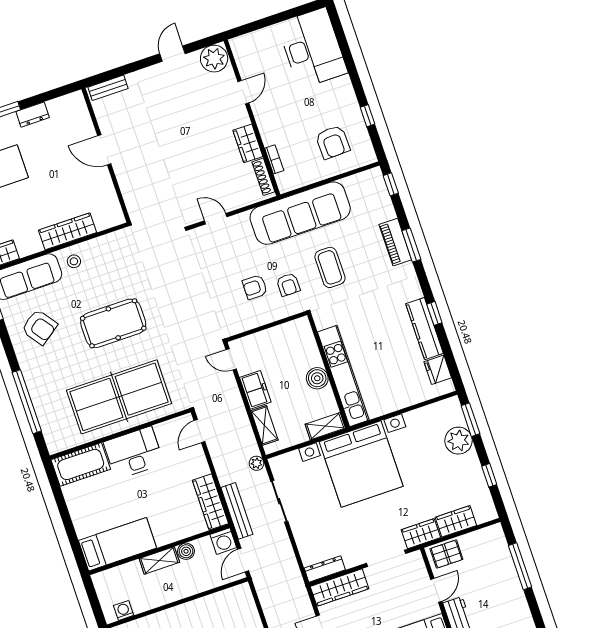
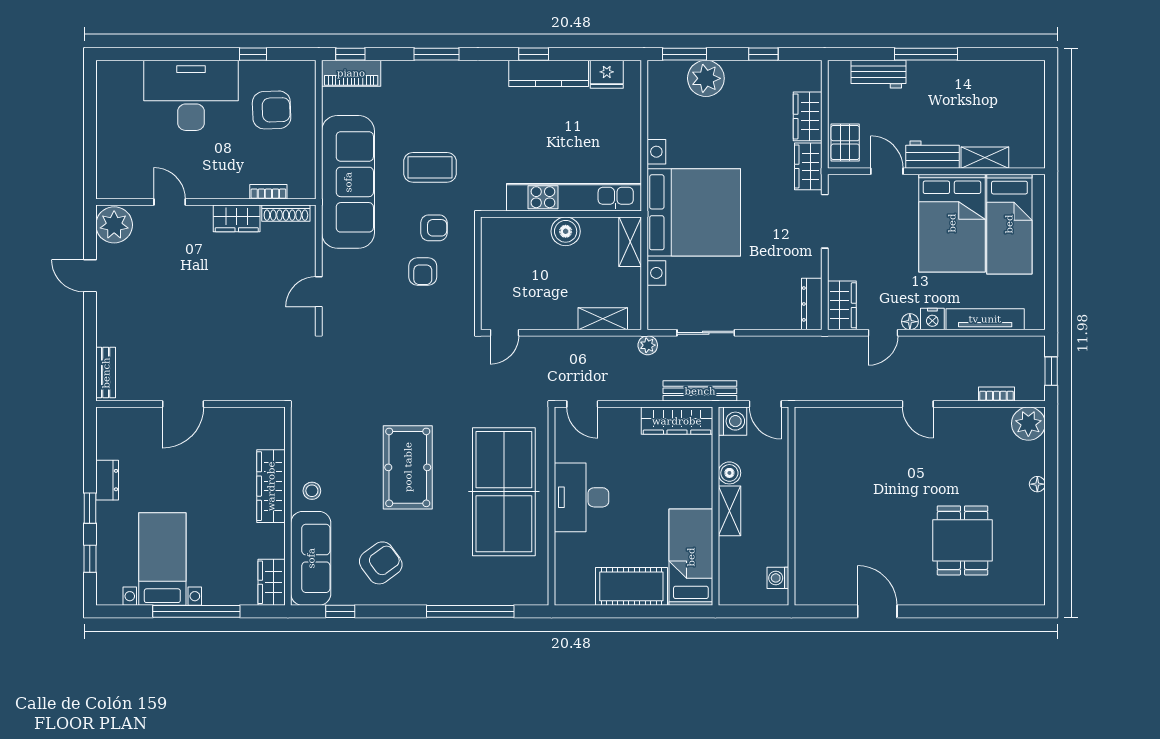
desk: (312, 48) -> (191, 95), moved
piano: (395, 242) -> (351, 73), moved
freezer: (255, 390) -> (554, 315), removed
cot: (81, 464) -> (631, 586), moved, turned 90
workbench: (503, 561) -> (878, 74), added
window: (520, 566) -> (926, 54), moved
wardrobe: (340, 588) -> (842, 305), width x0.67

